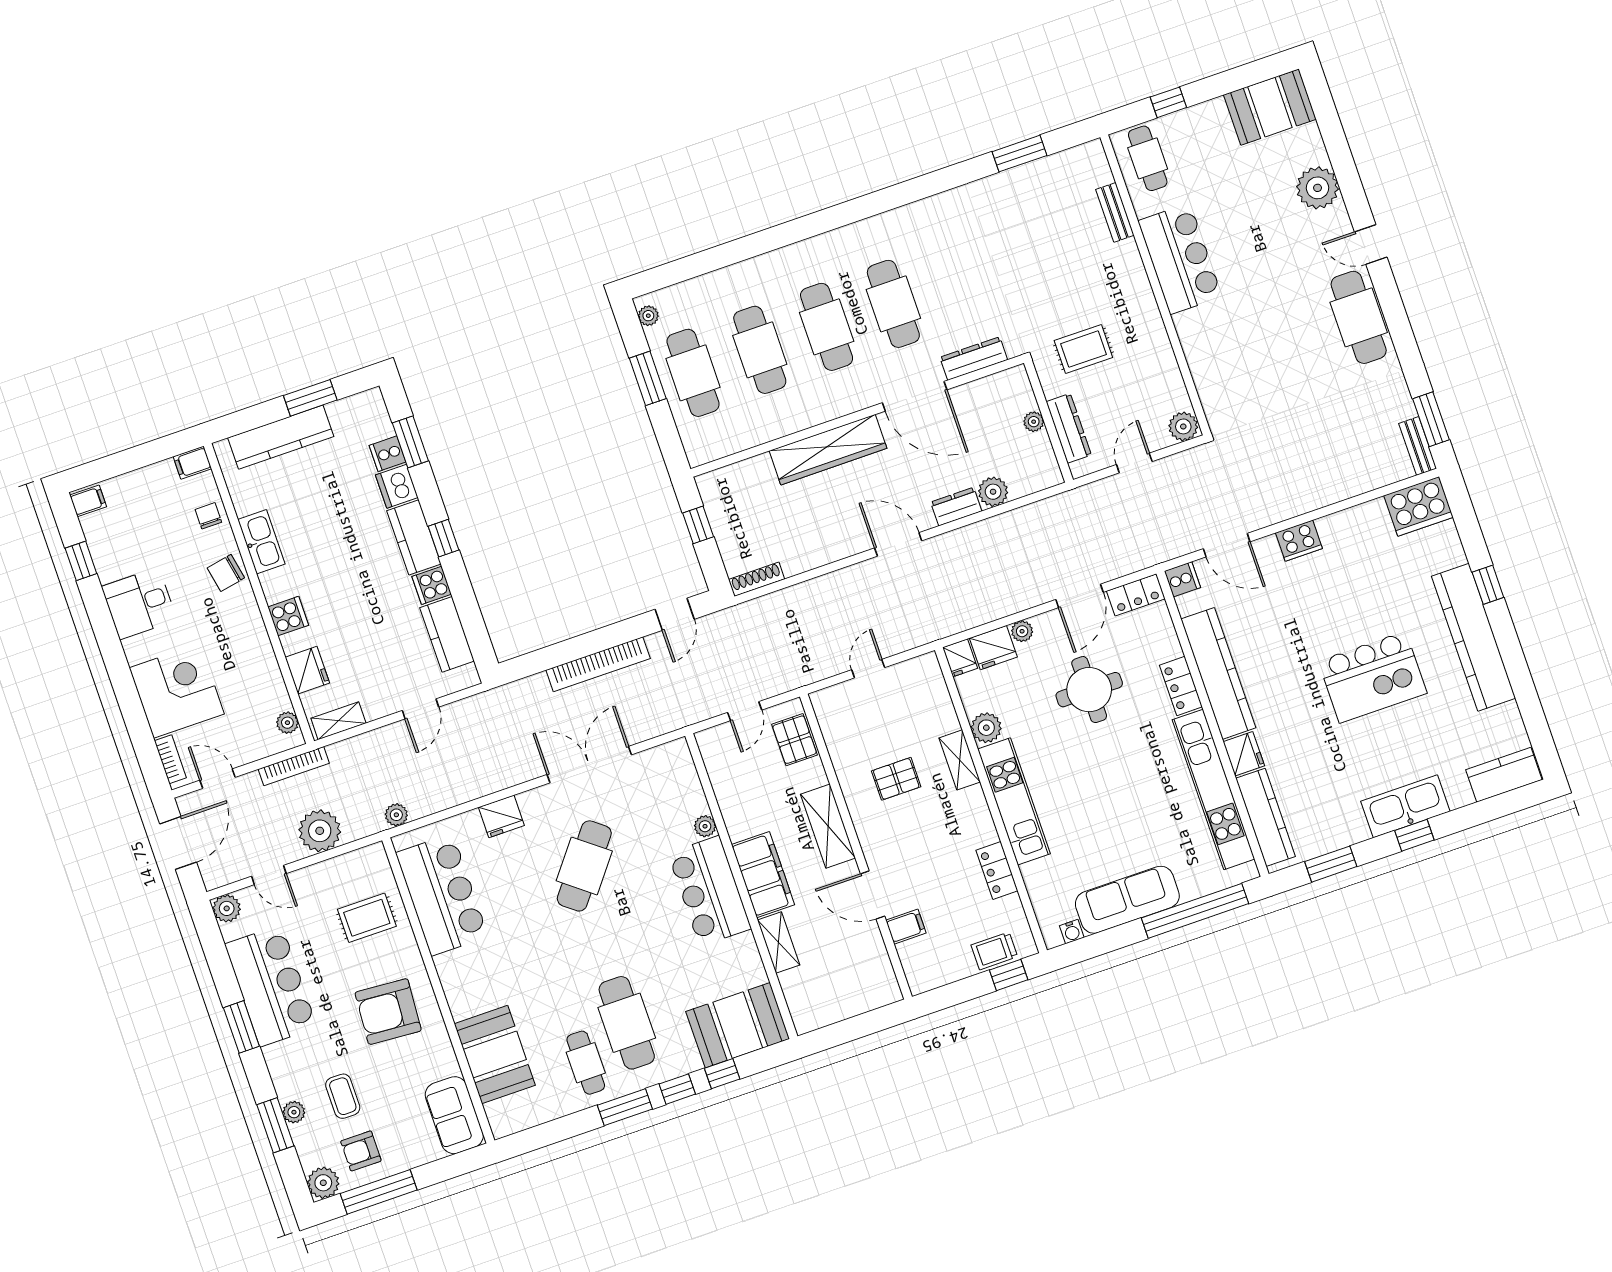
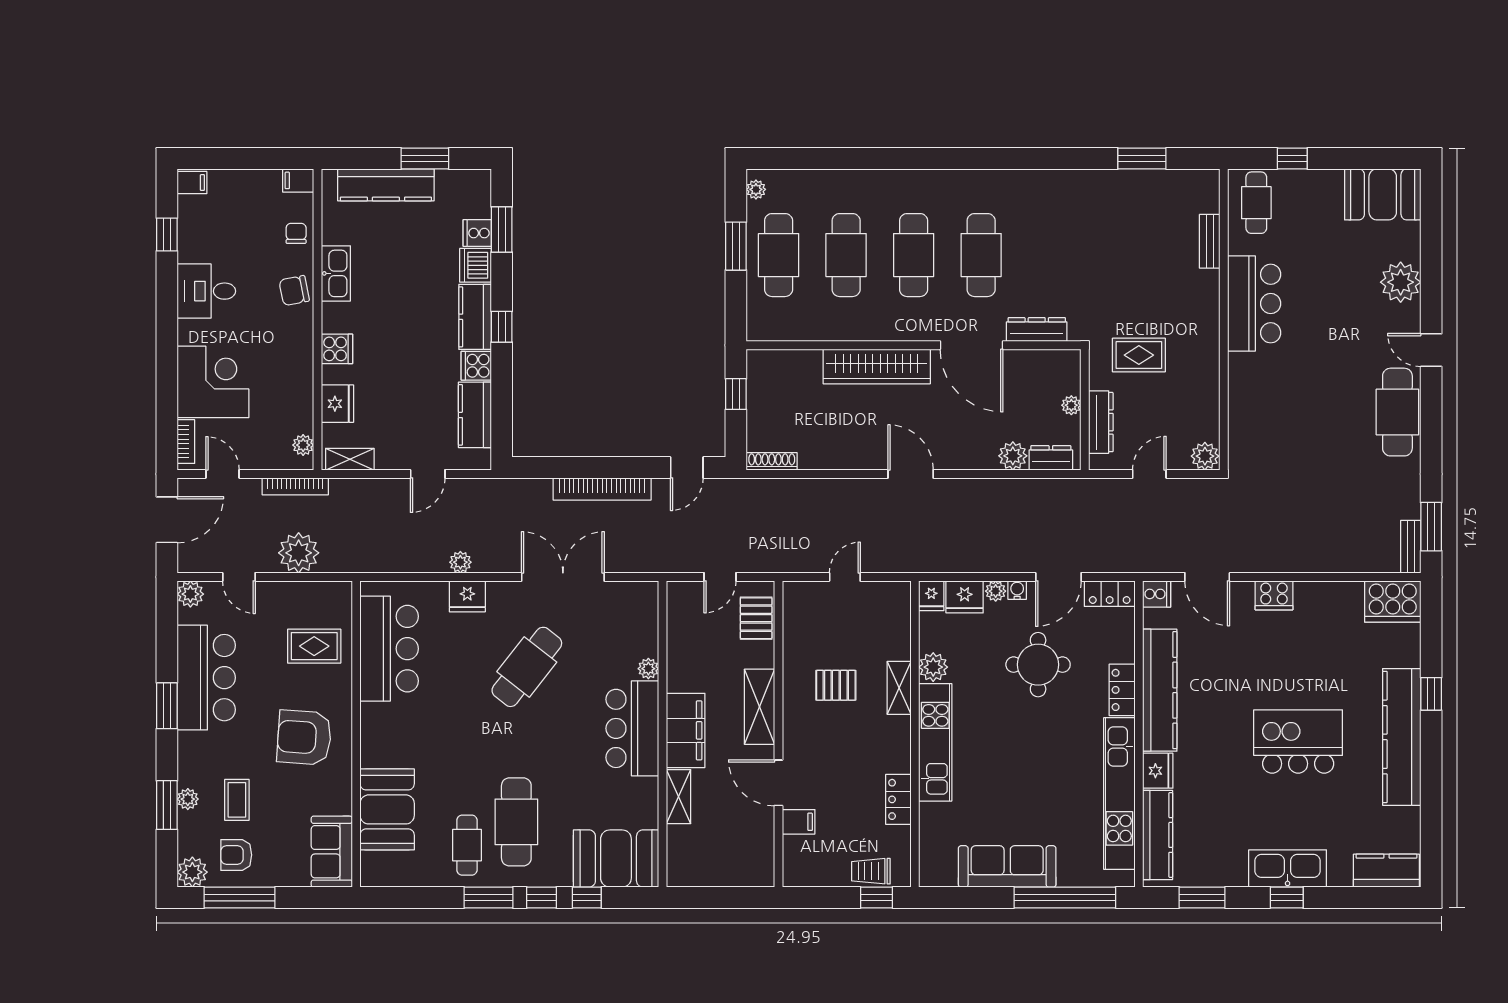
dresser: (956, 507) -> (1051, 458), moved
kitchen island: (1373, 677) -> (1298, 742), turned 180
plant: (396, 815) -> (460, 562), moved
water cooler: (1072, 932) -> (1017, 590), moved, turned 180

